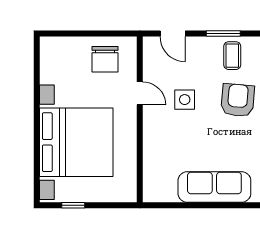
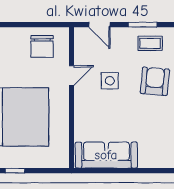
coffee table: (232, 56) -> (150, 43), turned 90
door: (140, 93) -> (72, 75), hinge flipped
sofa: (214, 187) -> (106, 155), moved

